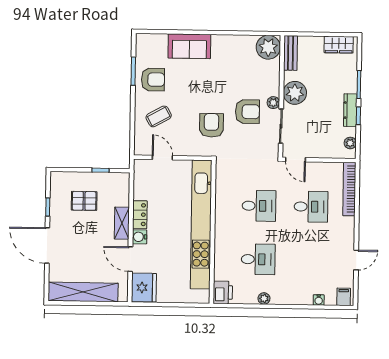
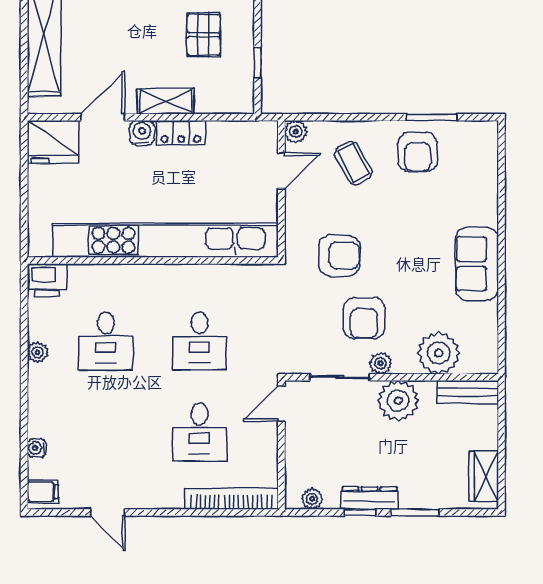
sofa: (189, 46) -> (477, 264), moved
plant: (268, 47) -> (439, 353), moved
plant: (140, 149) -> (296, 132), added

